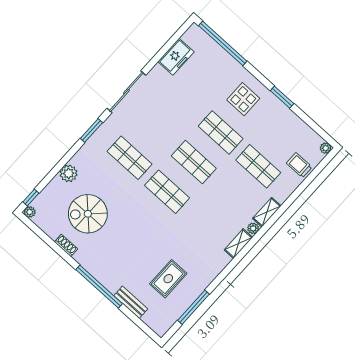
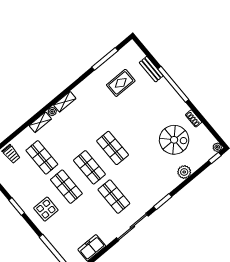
shop shelf: (130, 158) -> (114, 197), moved

